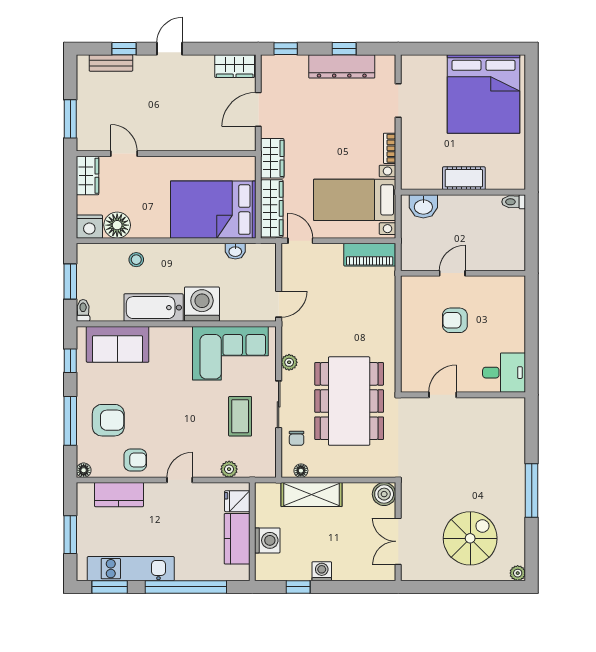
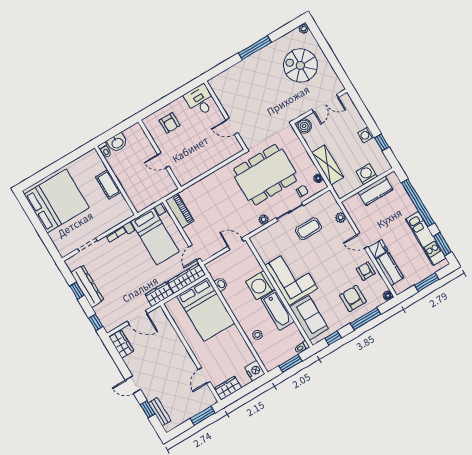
washbasin: (423, 206) -> (117, 143), moved, turned 90
floor lamp: (117, 225) -> (245, 356), removed
armchair: (455, 320) -> (170, 123), moved
corner sofa: (230, 353) -> (291, 277), moved
fridge: (237, 501) -> (378, 249), moved, turned -90

